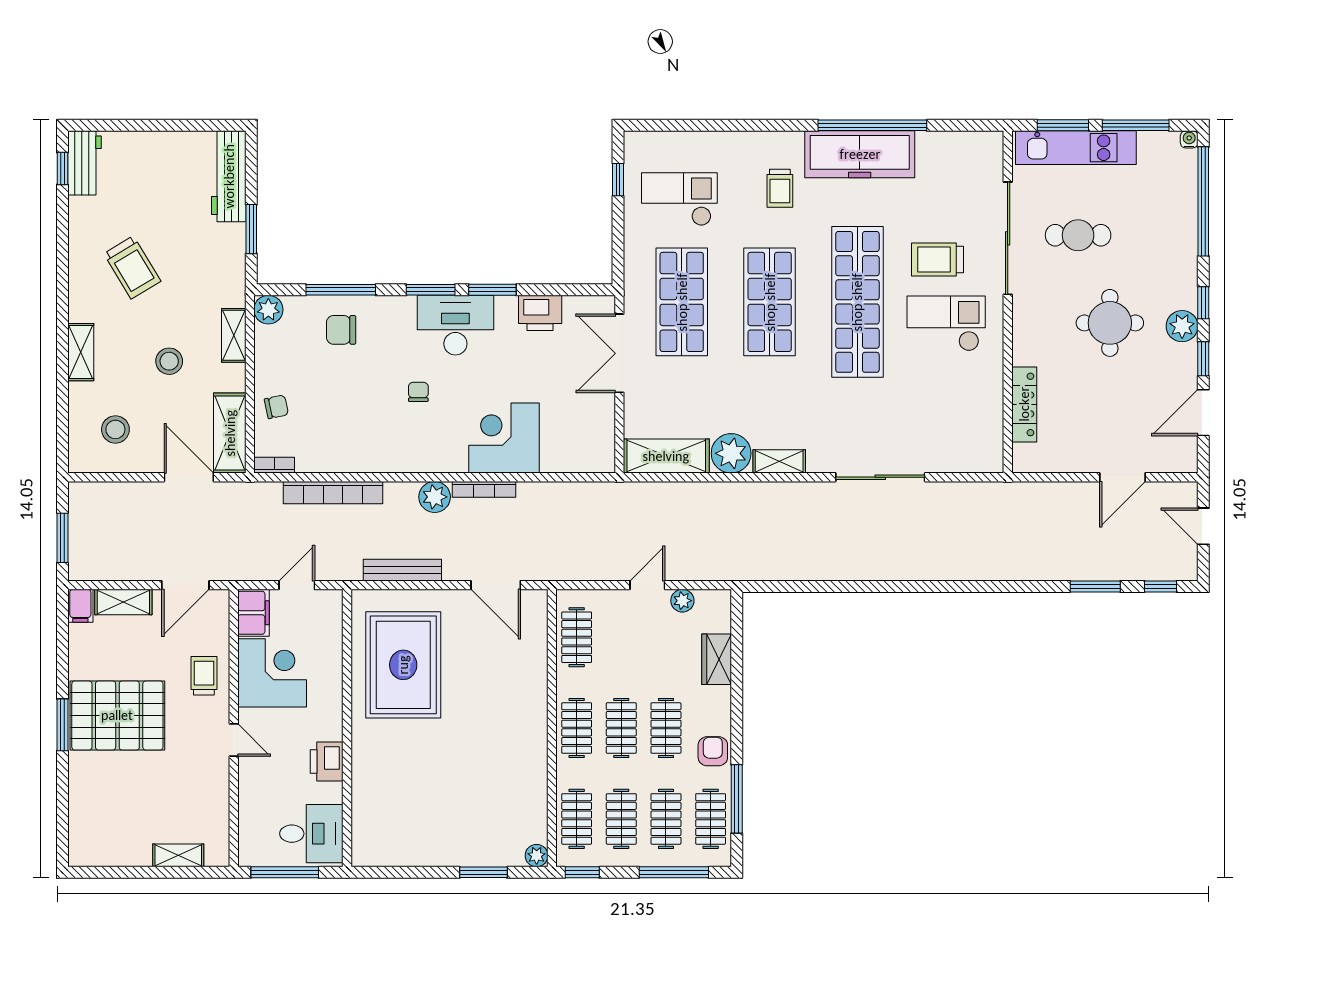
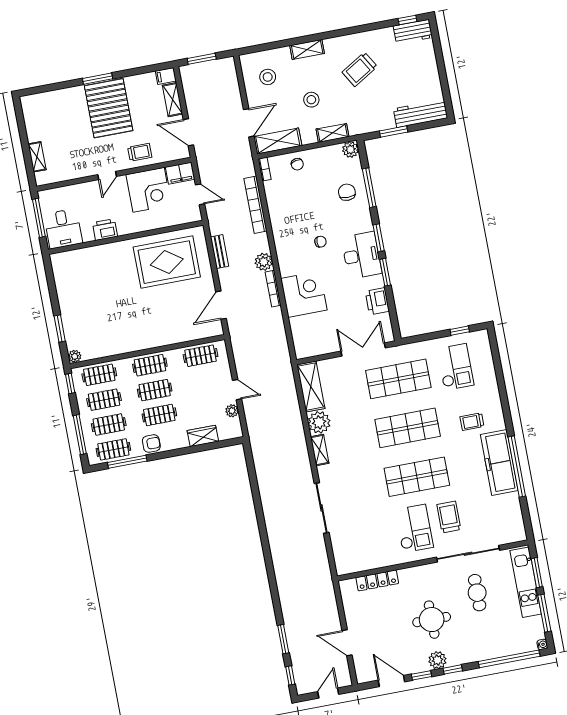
shop shelf: (857, 302) -> (417, 477), width x0.71
bench: (402, 570) -> (220, 252), width x0.73

